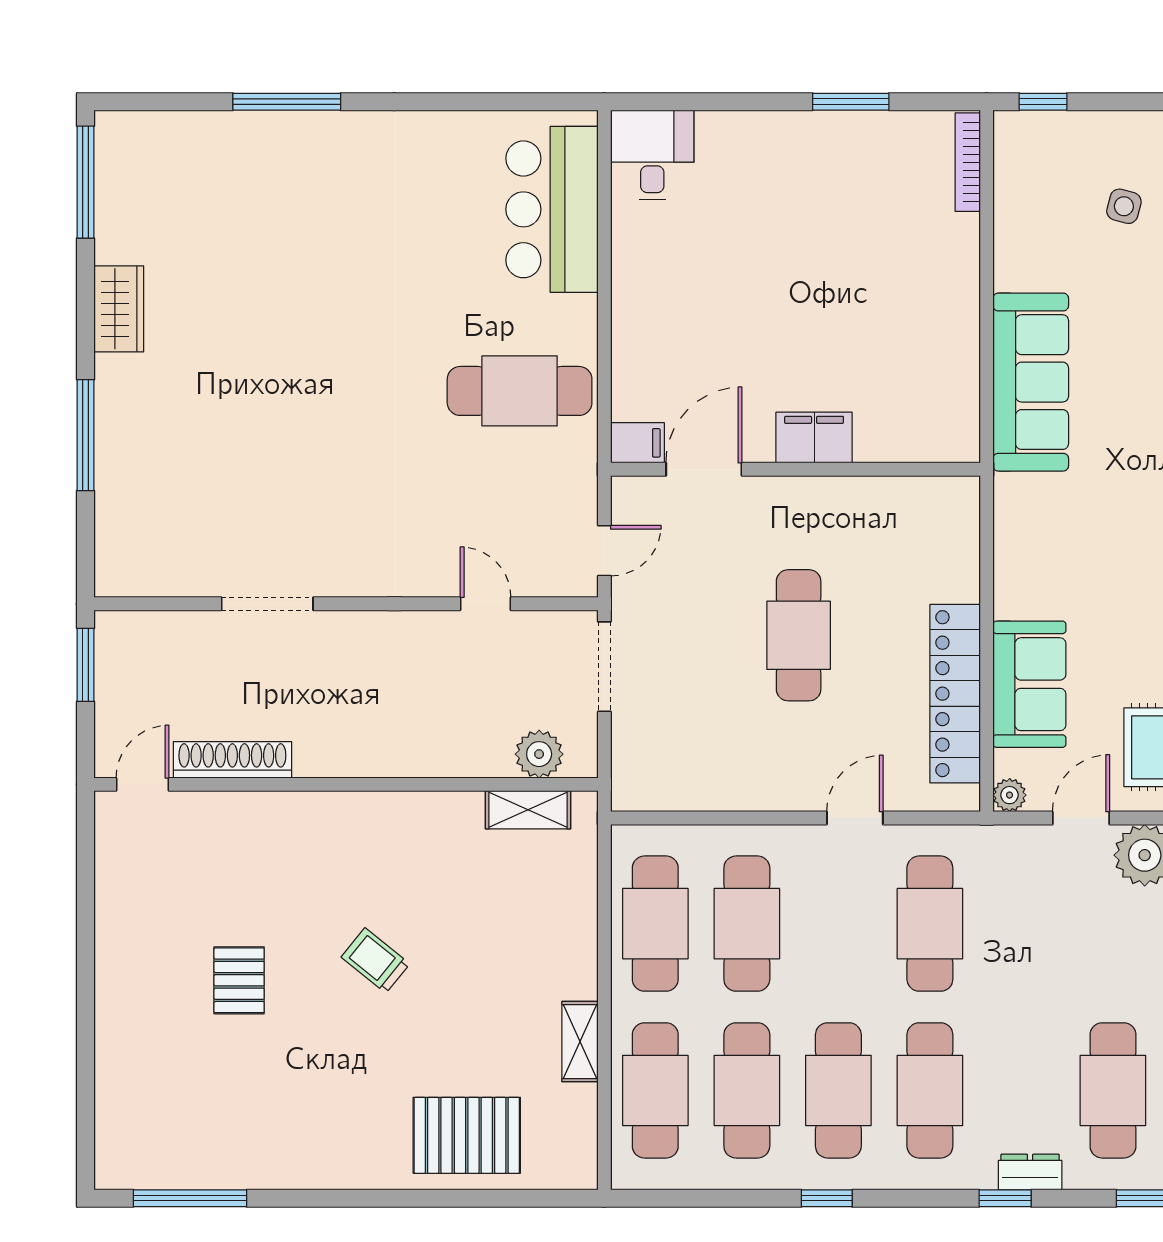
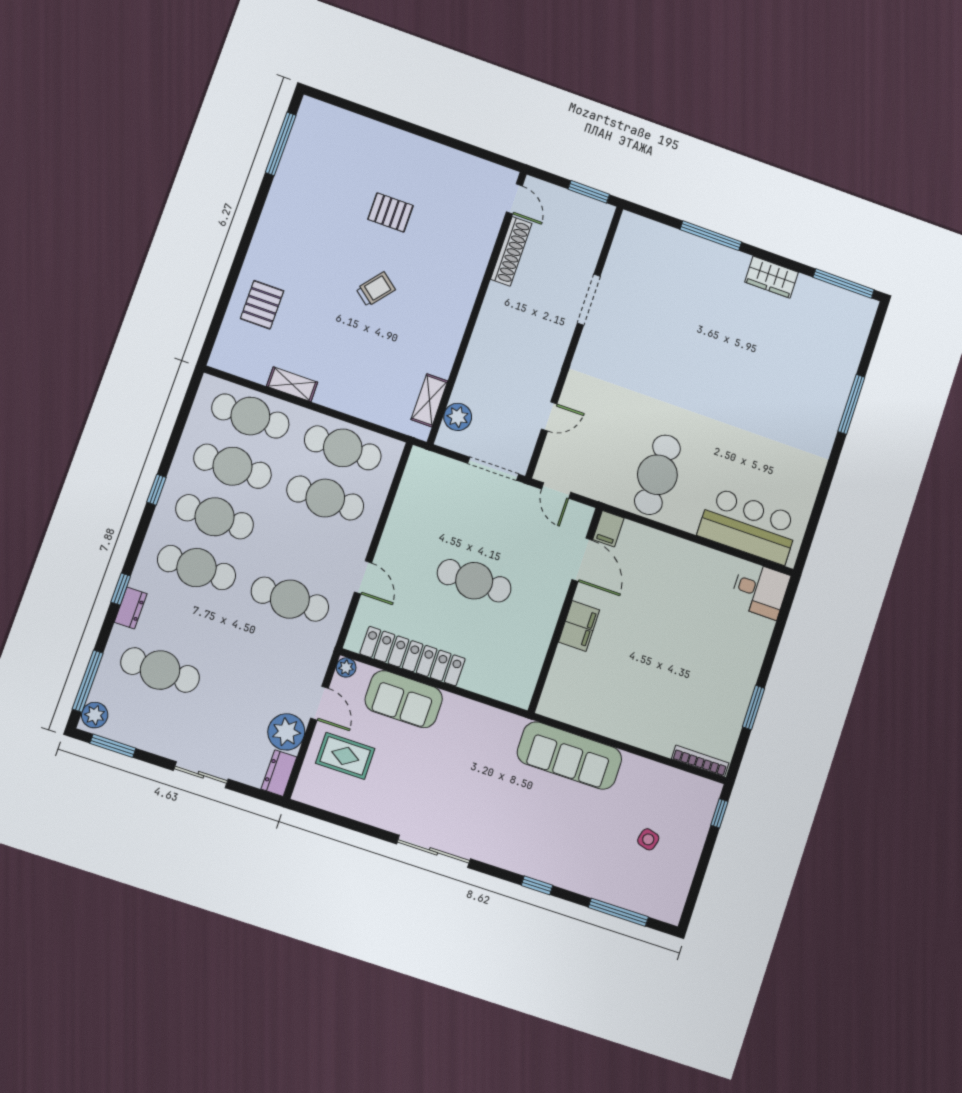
pallet: (467, 1135) -> (262, 305), width x0.67, depth x0.71

